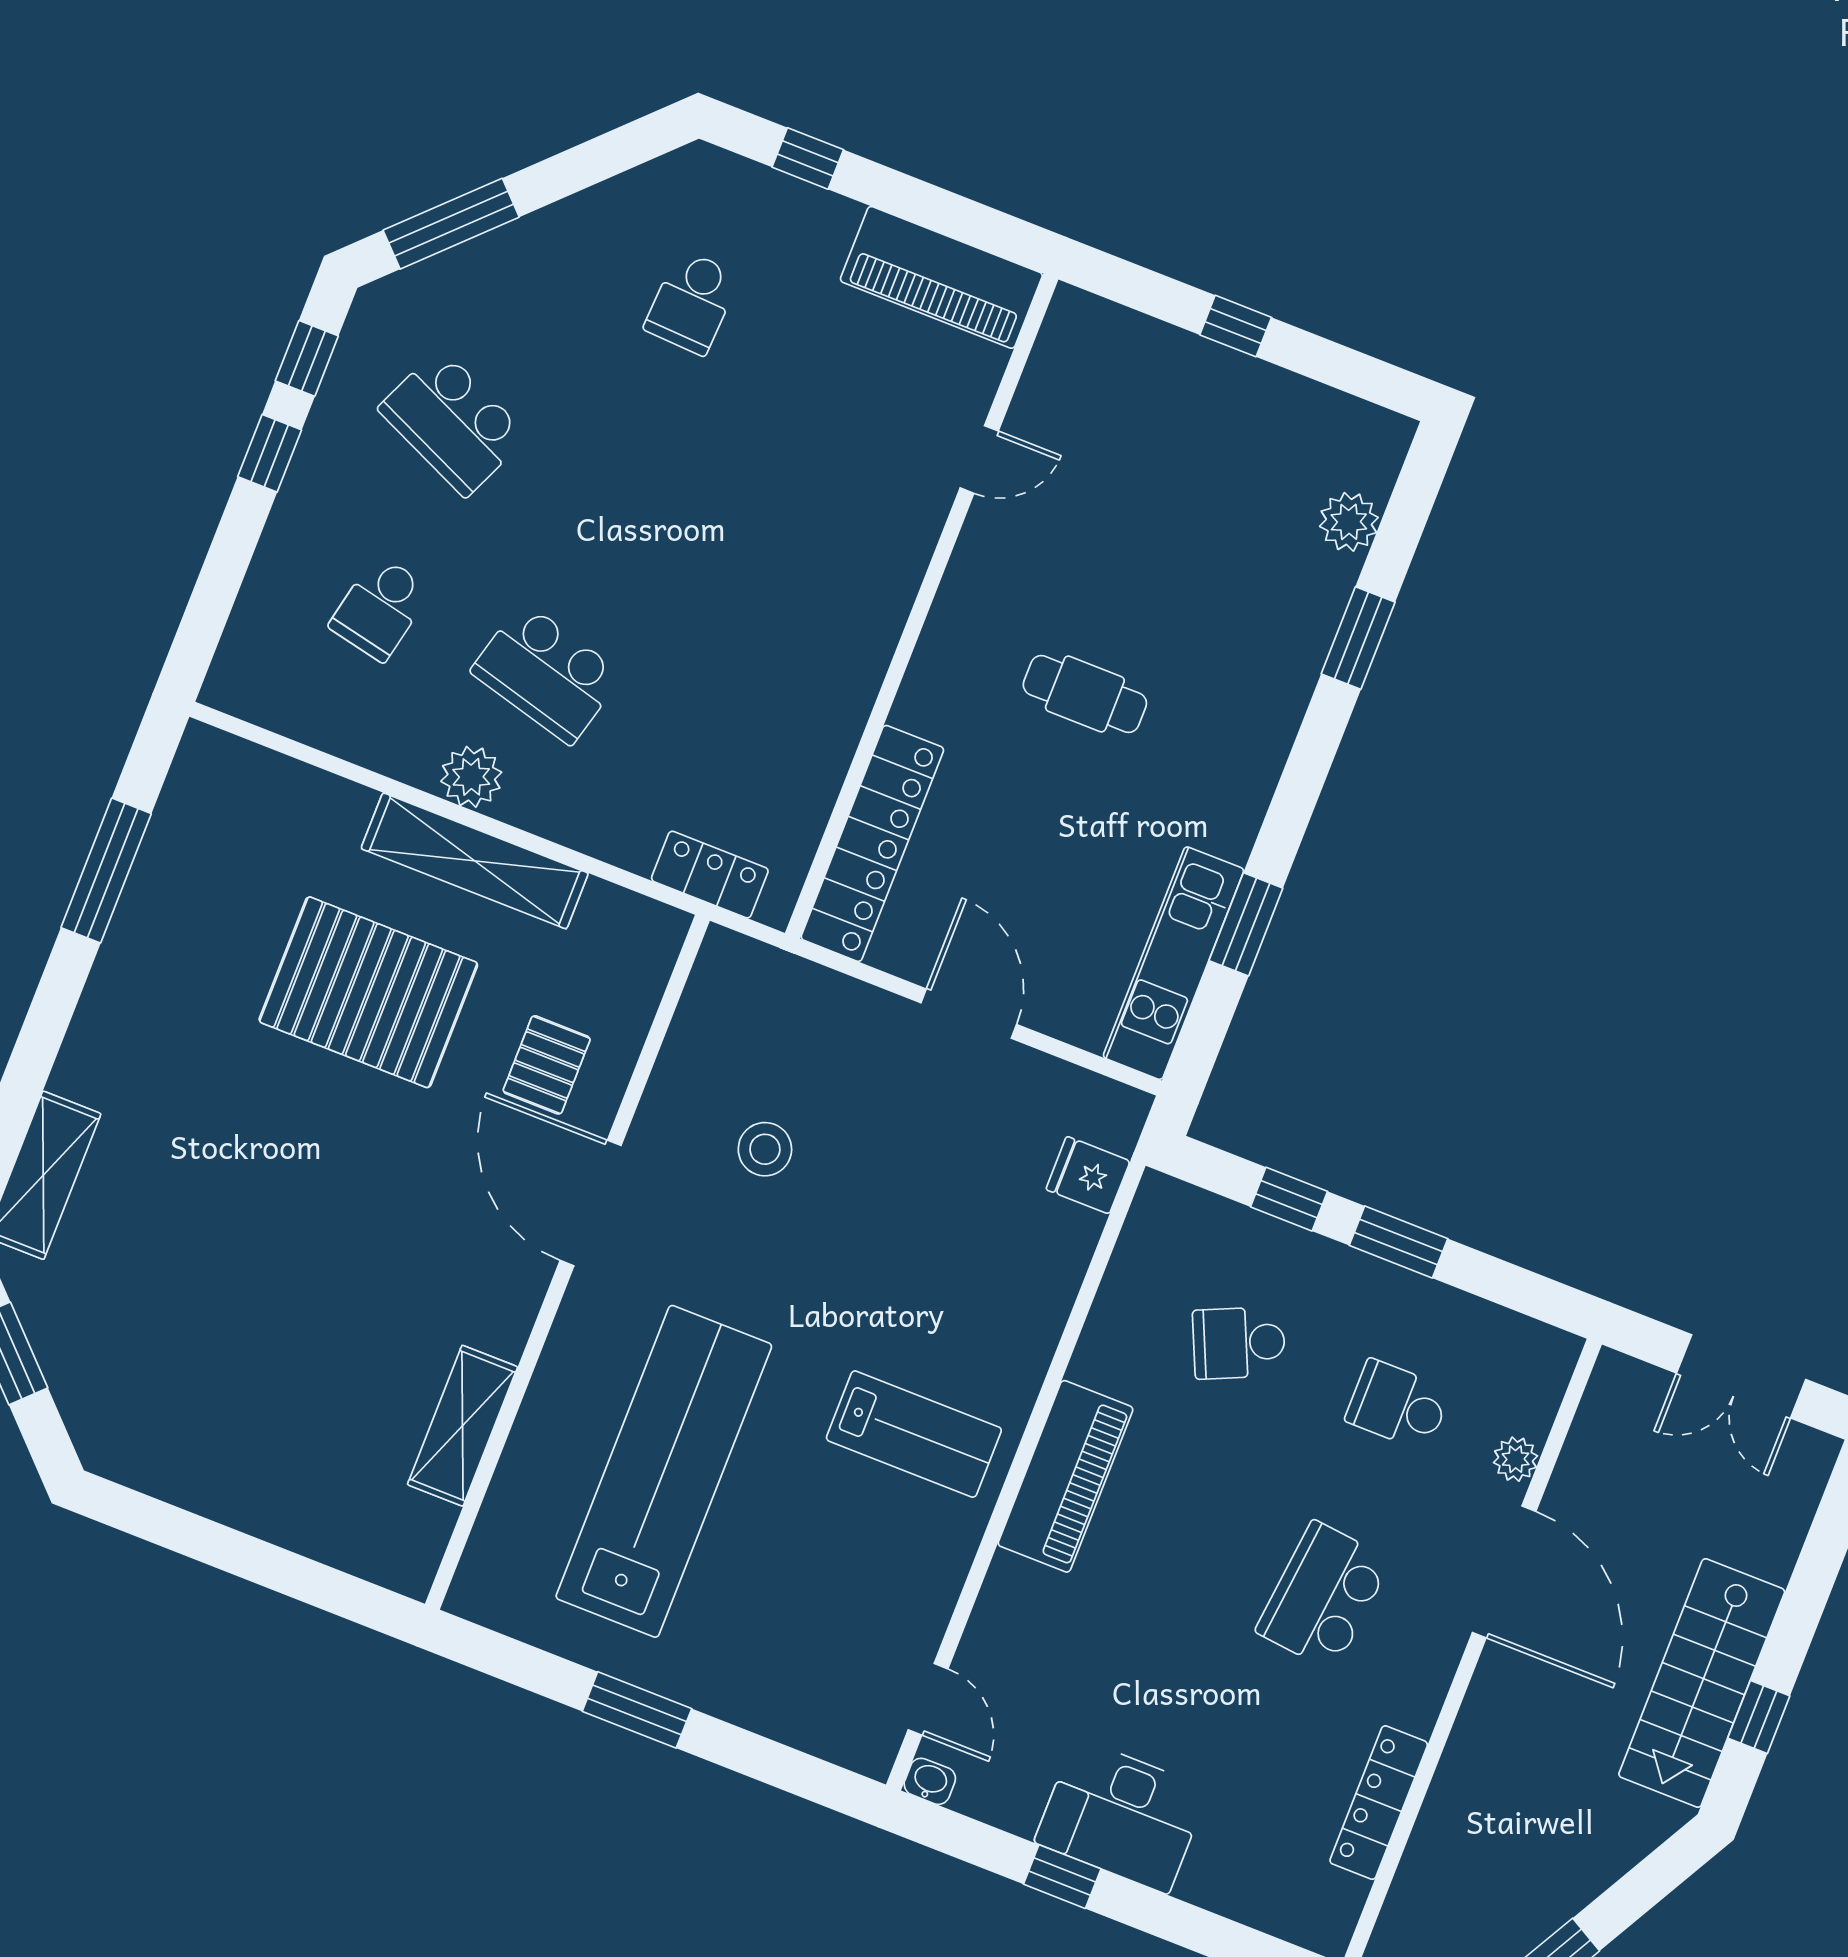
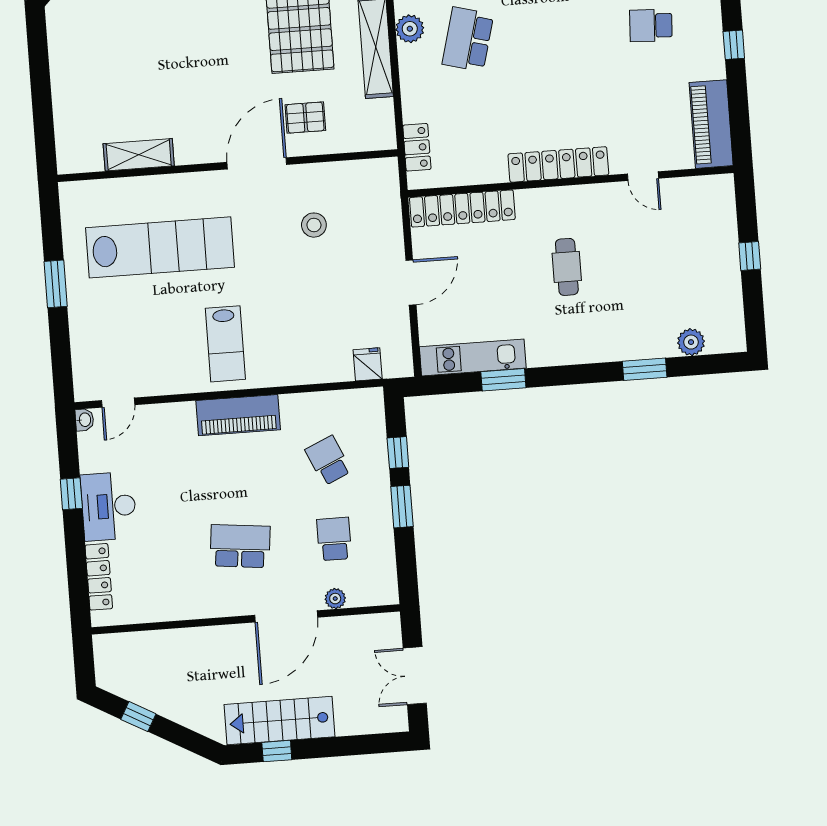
locker: (877, 614) -> (558, 164), added
locker: (1379, 1803) -> (99, 577), moved, turned 90

